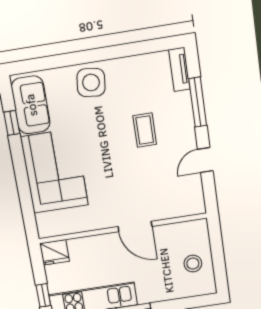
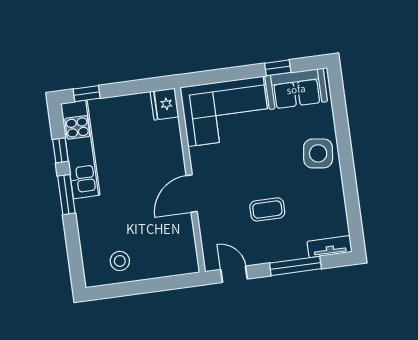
door: (135, 226) -> (192, 194), moved
wall: (123, 228) -> (190, 180), moved
fridge: (54, 252) -> (164, 104), moved

